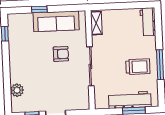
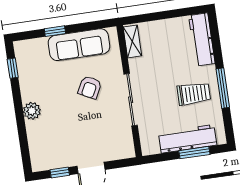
workbench: (148, 22) -> (202, 40), width x1.38
armchair: (61, 54) -> (90, 87), turned 117
plant: (17, 90) -> (32, 111), moved

